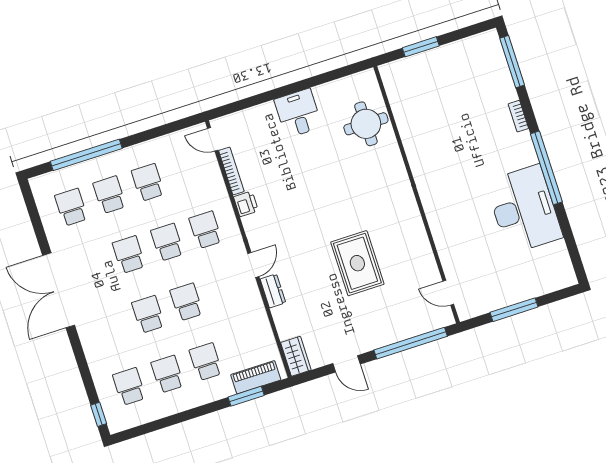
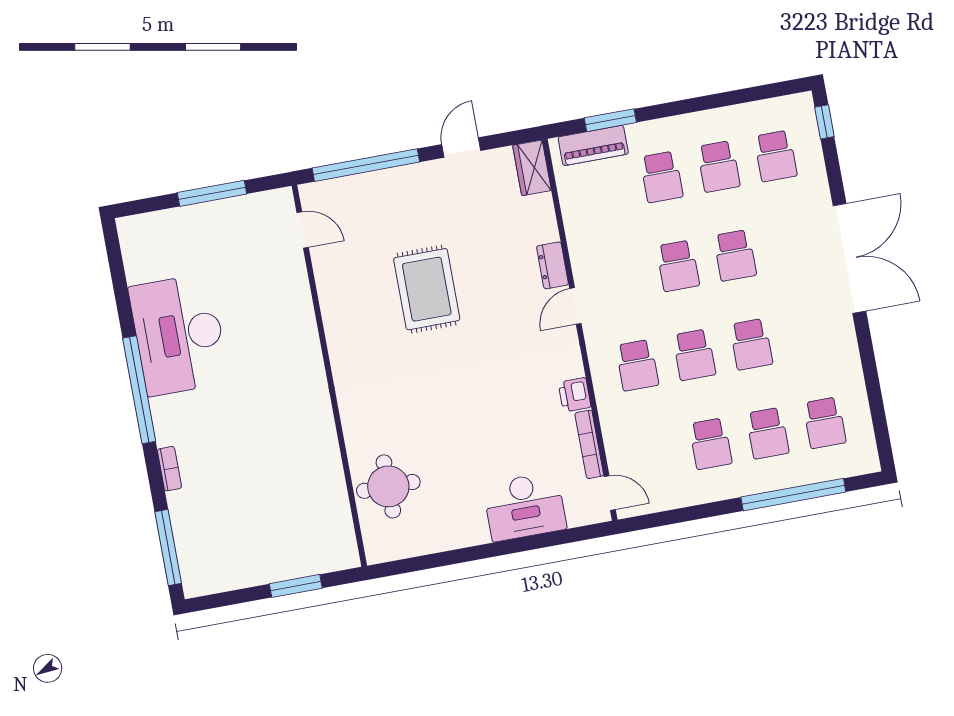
desk: (298, 113) -> (525, 506), moved, width x1.37
double door: (59, 290) -> (849, 258), moved
door: (346, 364) -> (461, 148), hinge flipped

